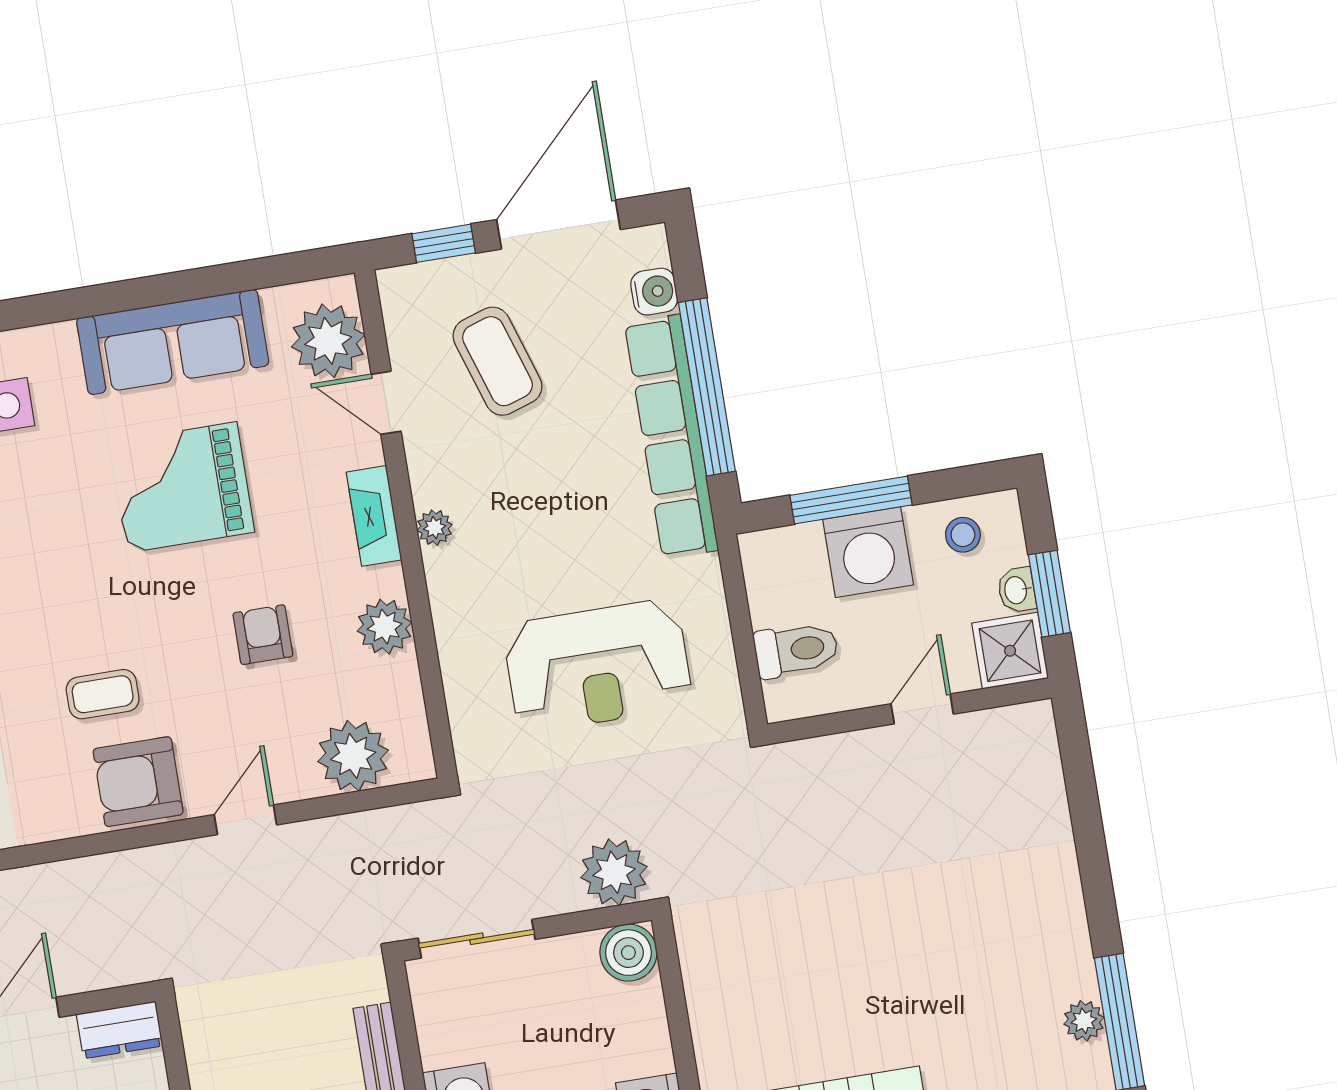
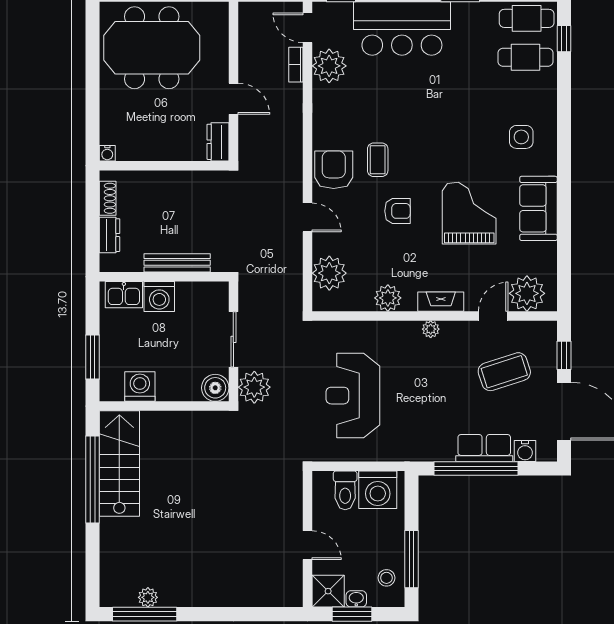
sofa: (173, 342) -> (538, 208), width x0.73
row of seats: (671, 437) -> (484, 448), width x0.50
window: (851, 500) -> (411, 559), moved
washing machine: (868, 552) -> (378, 490), moved, turned -90
armchair: (263, 635) -> (397, 211), moved
sliding door: (477, 939) -> (233, 339), moved

